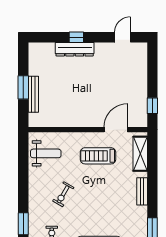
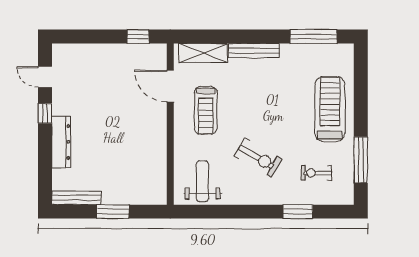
window: (76, 37) -> (45, 113), moved
bench: (33, 94) -> (76, 198), moved
bench: (142, 191) -> (254, 51), width x1.36
exercise bike: (63, 194) -> (258, 158), width x1.38, depth x1.39

